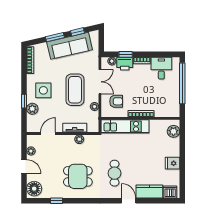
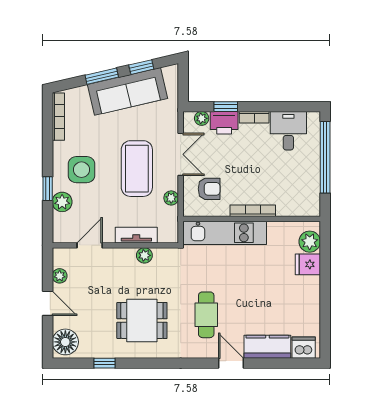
fridge: (172, 163) -> (308, 264), moved

